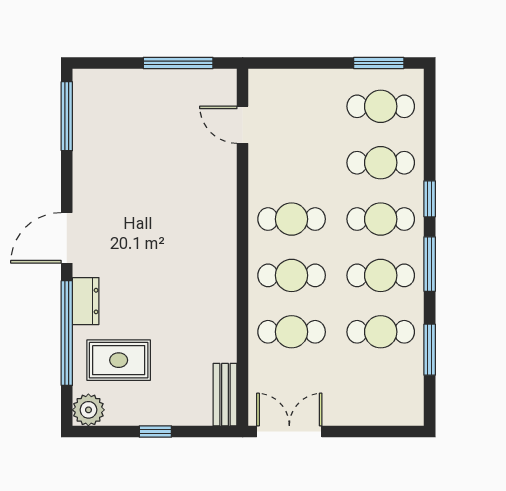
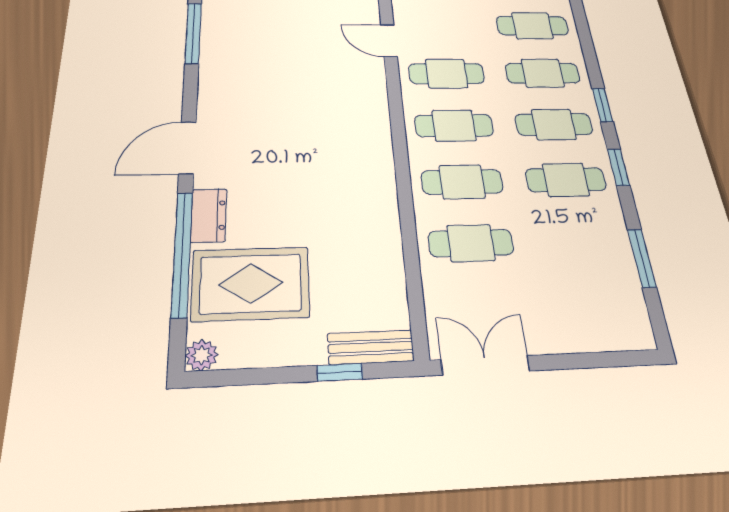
window: (430, 264) -> (618, 167), width x0.67
cafe table: (381, 332) -> (446, 74), moved
rug: (119, 360) -> (251, 284), width x1.36, depth x1.43
bench: (225, 395) -> (371, 347), moved, turned 90
plant: (88, 410) -> (202, 355), width x0.73, depth x0.73
window: (155, 431) -> (340, 372), moved

